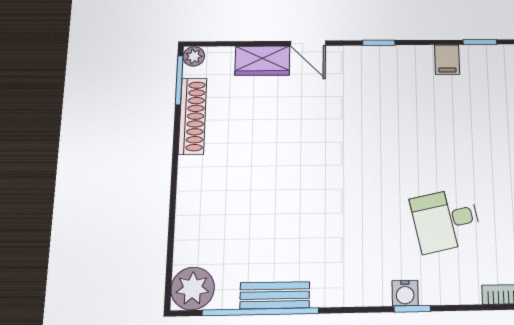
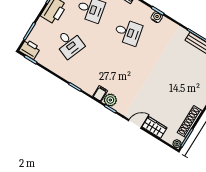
door: (308, 43) -> (135, 124), hinge flipped
plant: (390, 60) -> (110, 100), added
filing cabinet: (447, 60) -> (100, 94), moved

